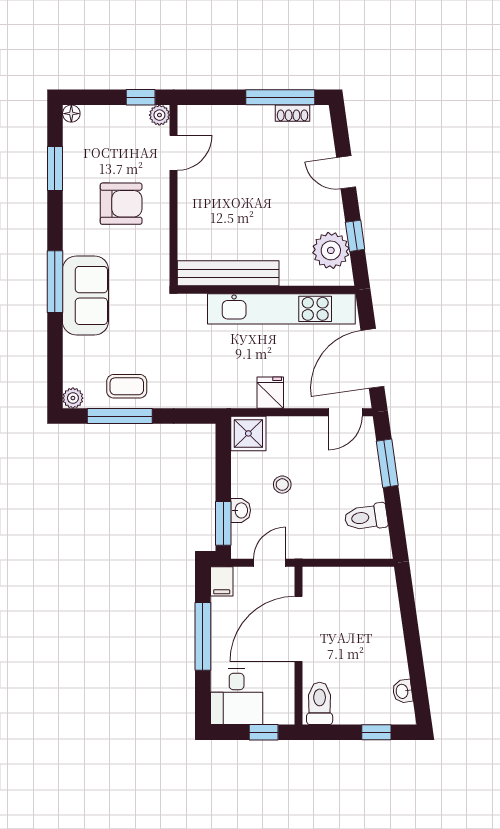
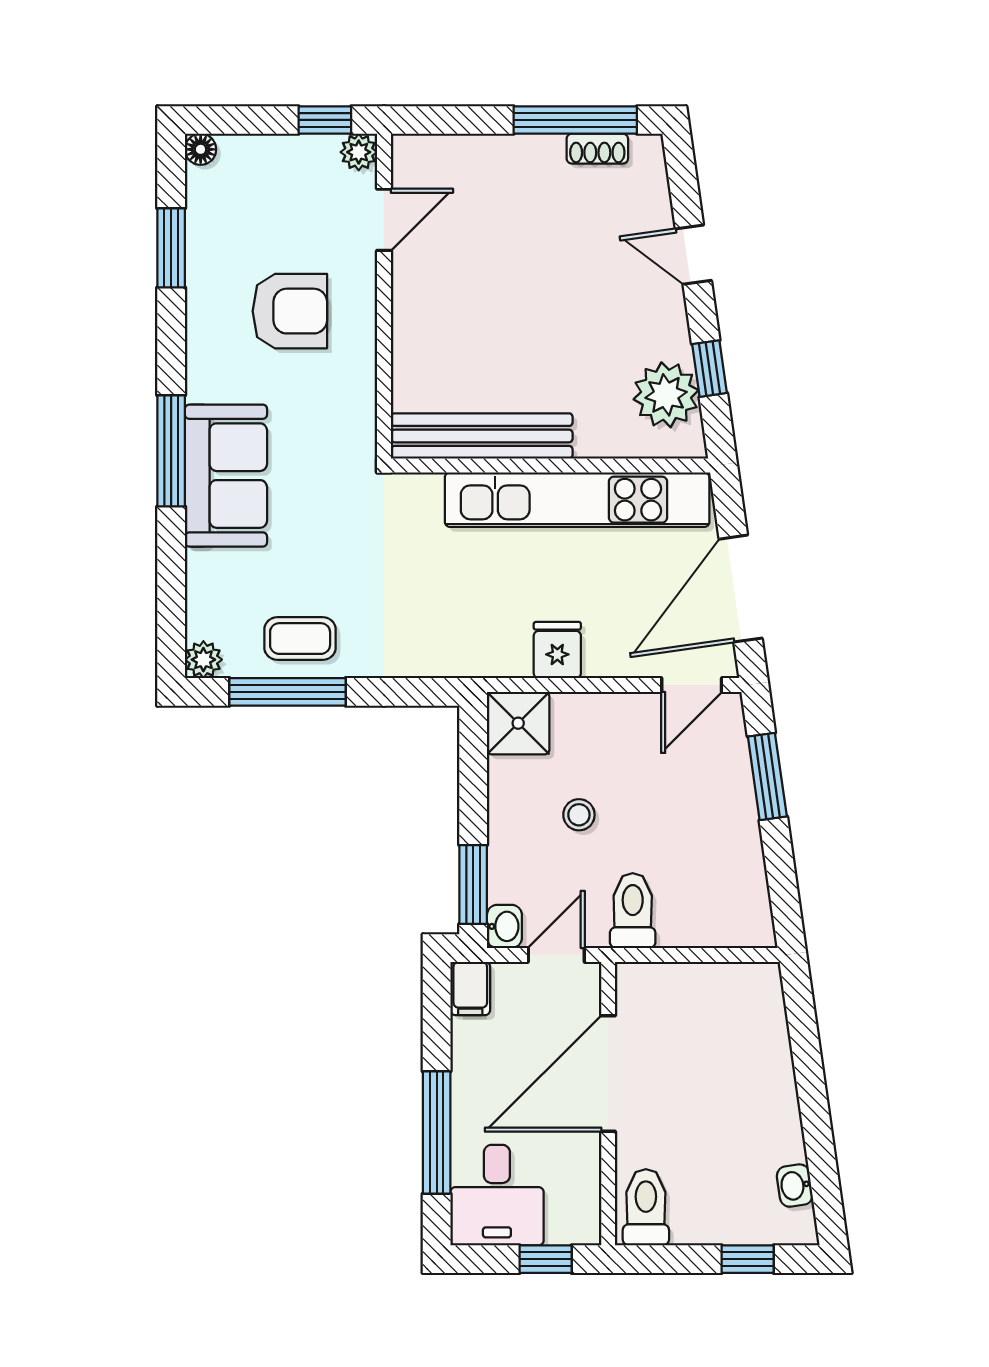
washbasin: (241, 510) -> (504, 926), moved
toilet: (366, 517) -> (633, 911), moved, turned 98
window: (203, 636) -> (437, 1132), moved

